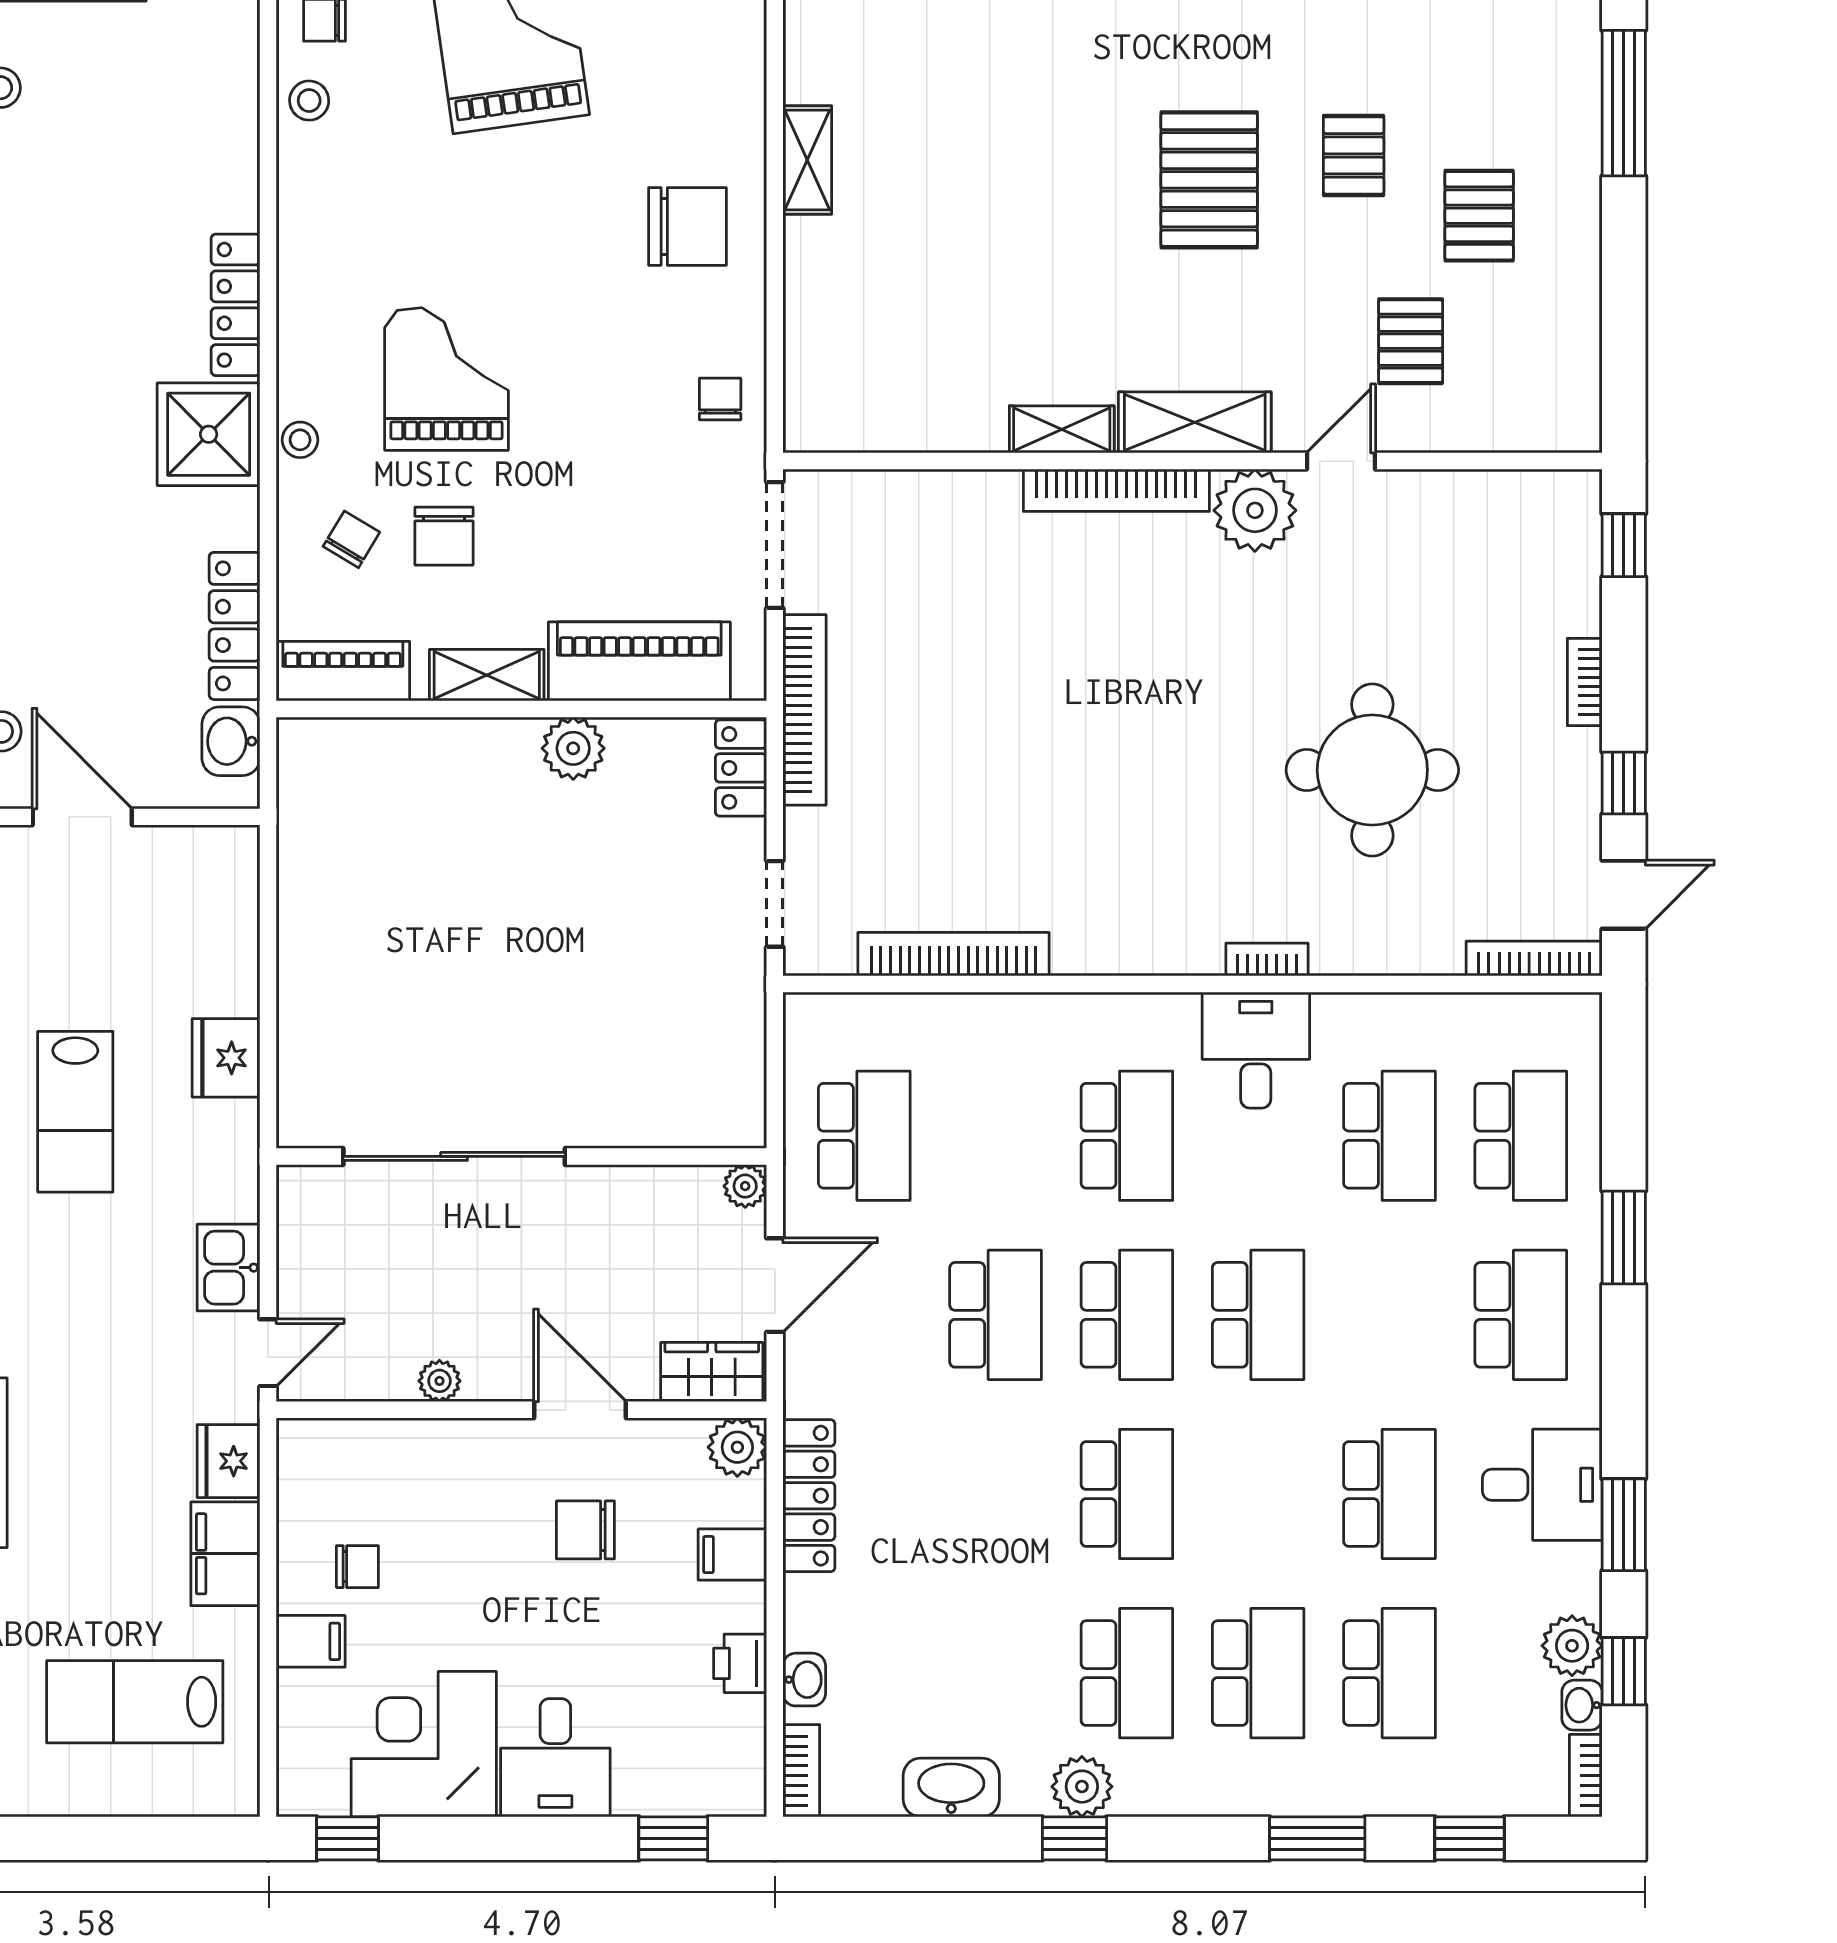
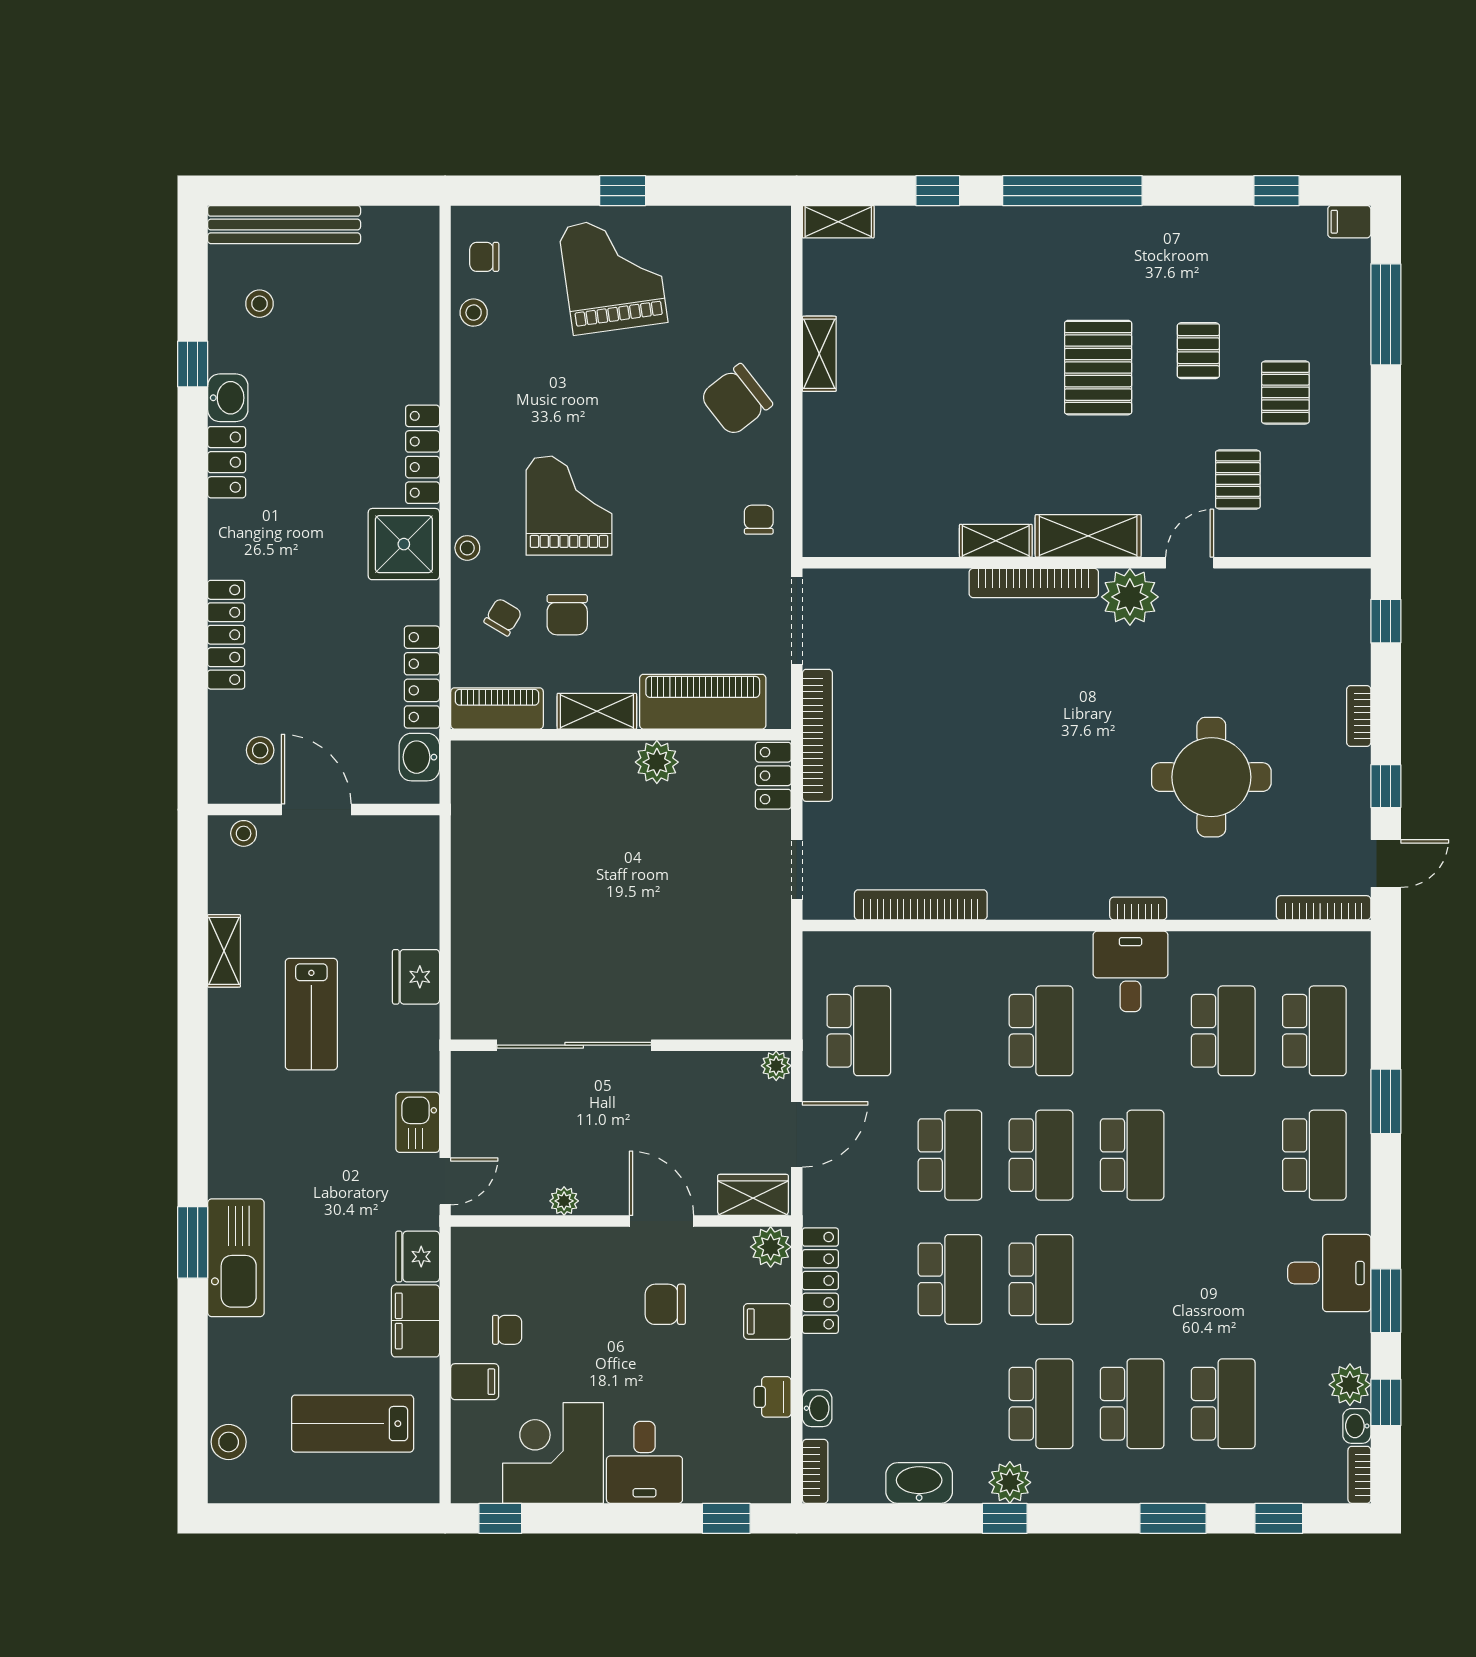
chair: (687, 226) -> (736, 400), turned 142
school desk: (1389, 1494) -> (950, 1279), moved

